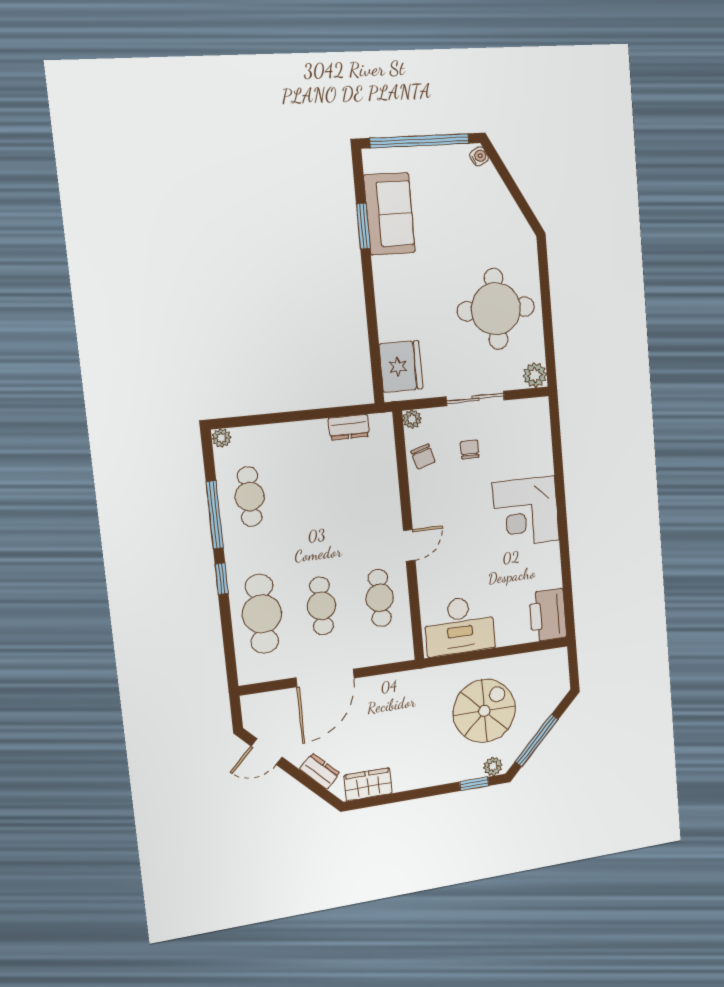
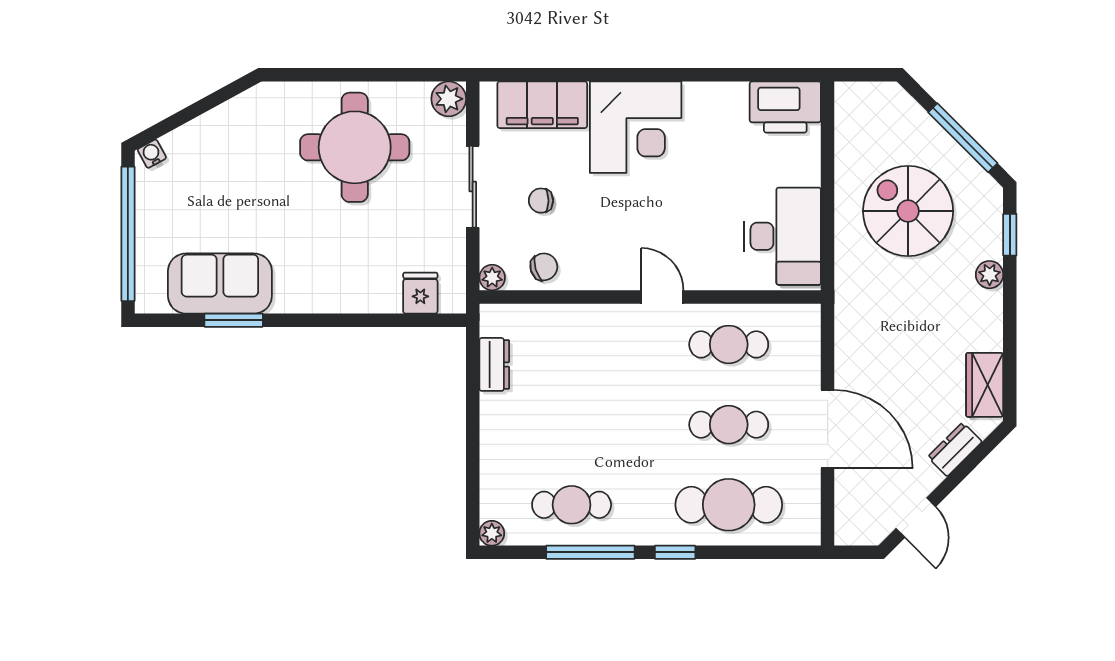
fridge: (401, 366) -> (420, 293), width x0.53, depth x0.75
filing cabinet: (536, 443) -> (542, 105), added
plant: (493, 766) -> (990, 275), moved

